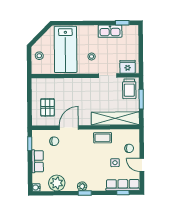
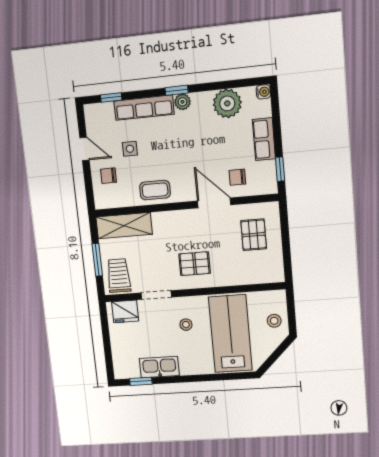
pallet: (83, 93) -> (195, 264), added
shelving: (115, 118) -> (124, 226), width x0.68
door: (69, 128) -> (214, 203), swing flipped
row of seats: (123, 185) -> (144, 108), moved

